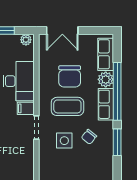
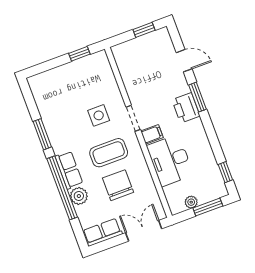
plant: (26, 40) -> (191, 202), moved
row of seats: (106, 54) -> (102, 232), moved, turned -90
chair: (89, 137) -> (74, 129), removed

